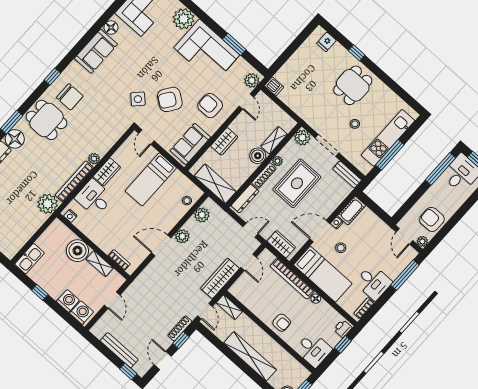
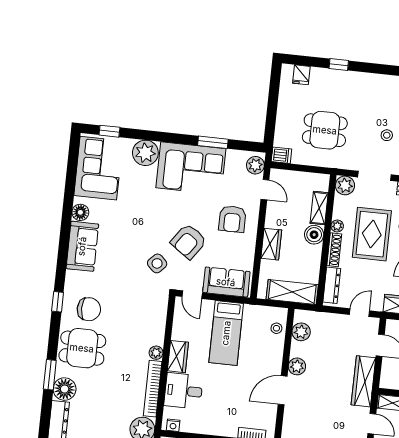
dining table: (353, 85) -> (325, 130), moved, turned 90
armchair: (210, 106) -> (232, 219), turned -90
sofa: (190, 144) -> (226, 282), moved, turned 90

